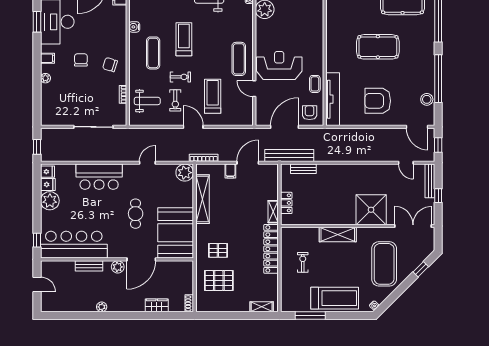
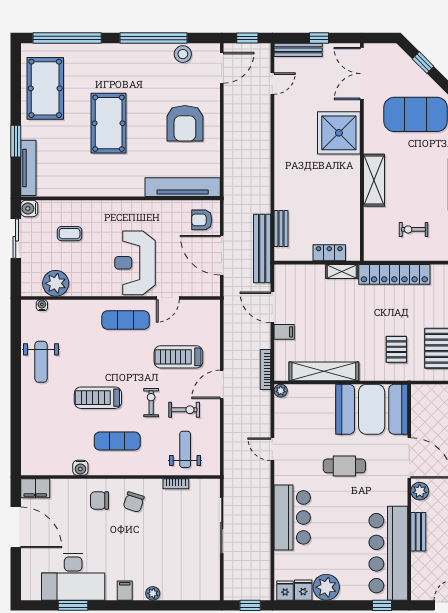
chair: (81, 60) -> (100, 500), moved
coffee table: (315, 84) -> (70, 234), moved
plant: (185, 173) -> (281, 391), width x0.53, depth x0.53

